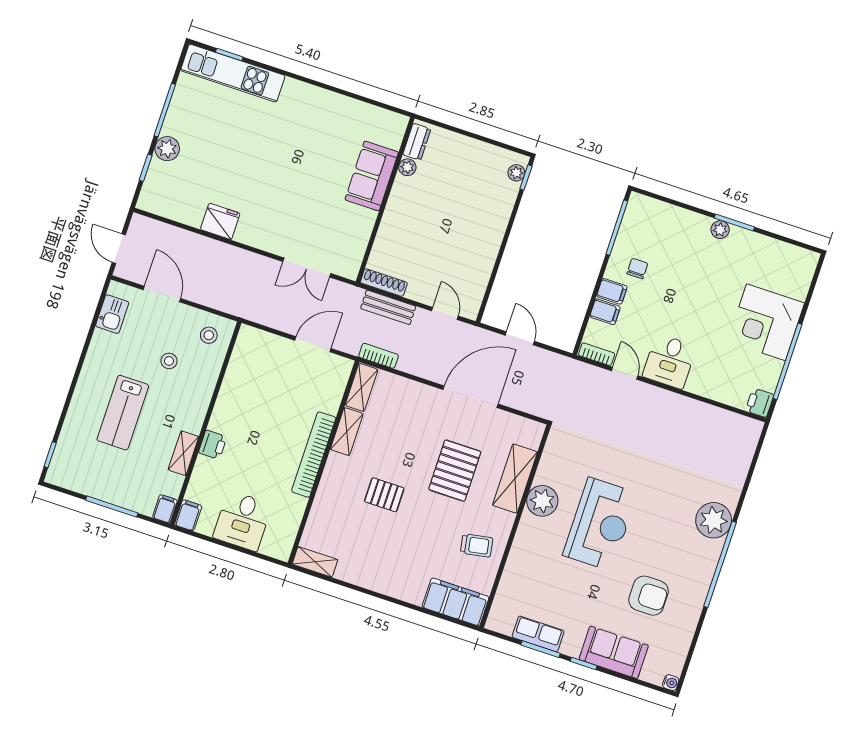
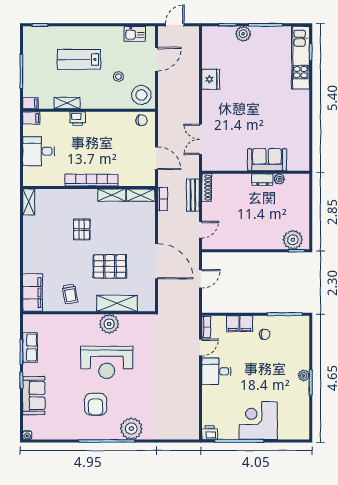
dresser: (417, 142) -> (262, 180), moved
plant: (516, 173) -> (293, 240), width x1.88, depth x1.88
stool: (209, 335) -> (141, 95), width x1.89, depth x1.89
chair: (248, 348) -> (142, 120), added
armchair: (649, 596) -> (96, 404), moved

